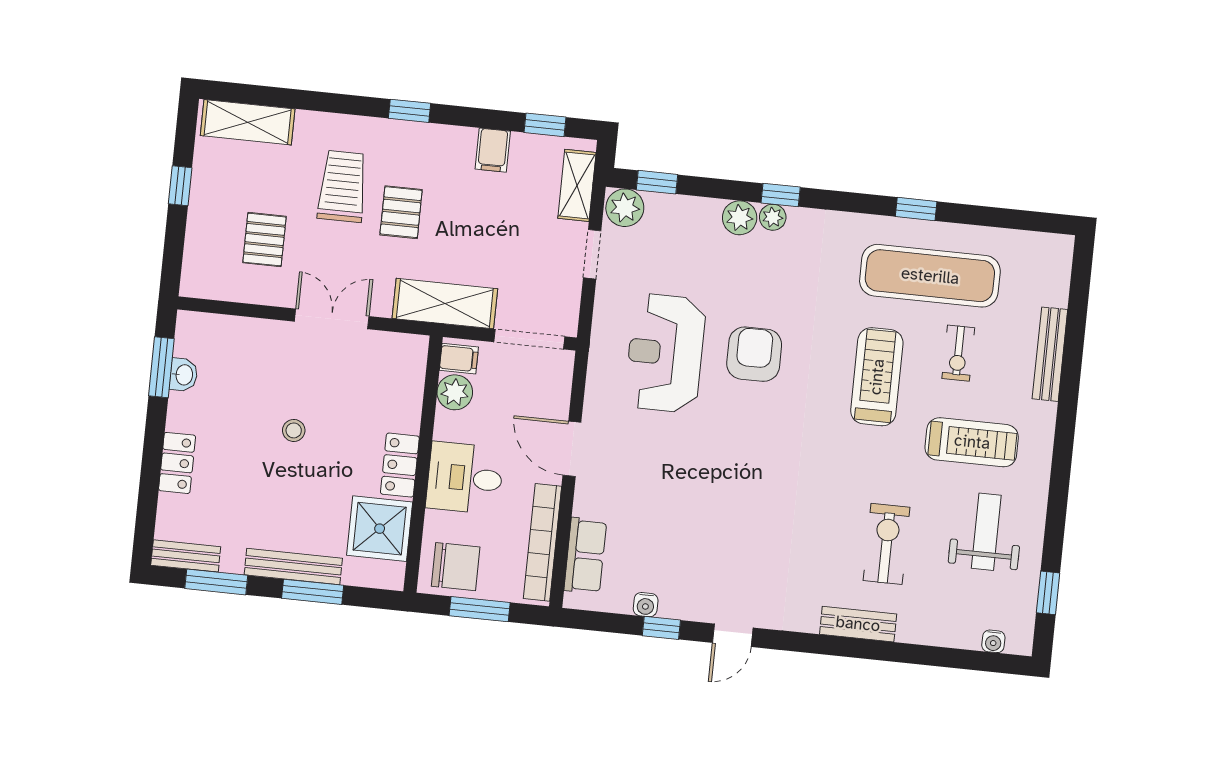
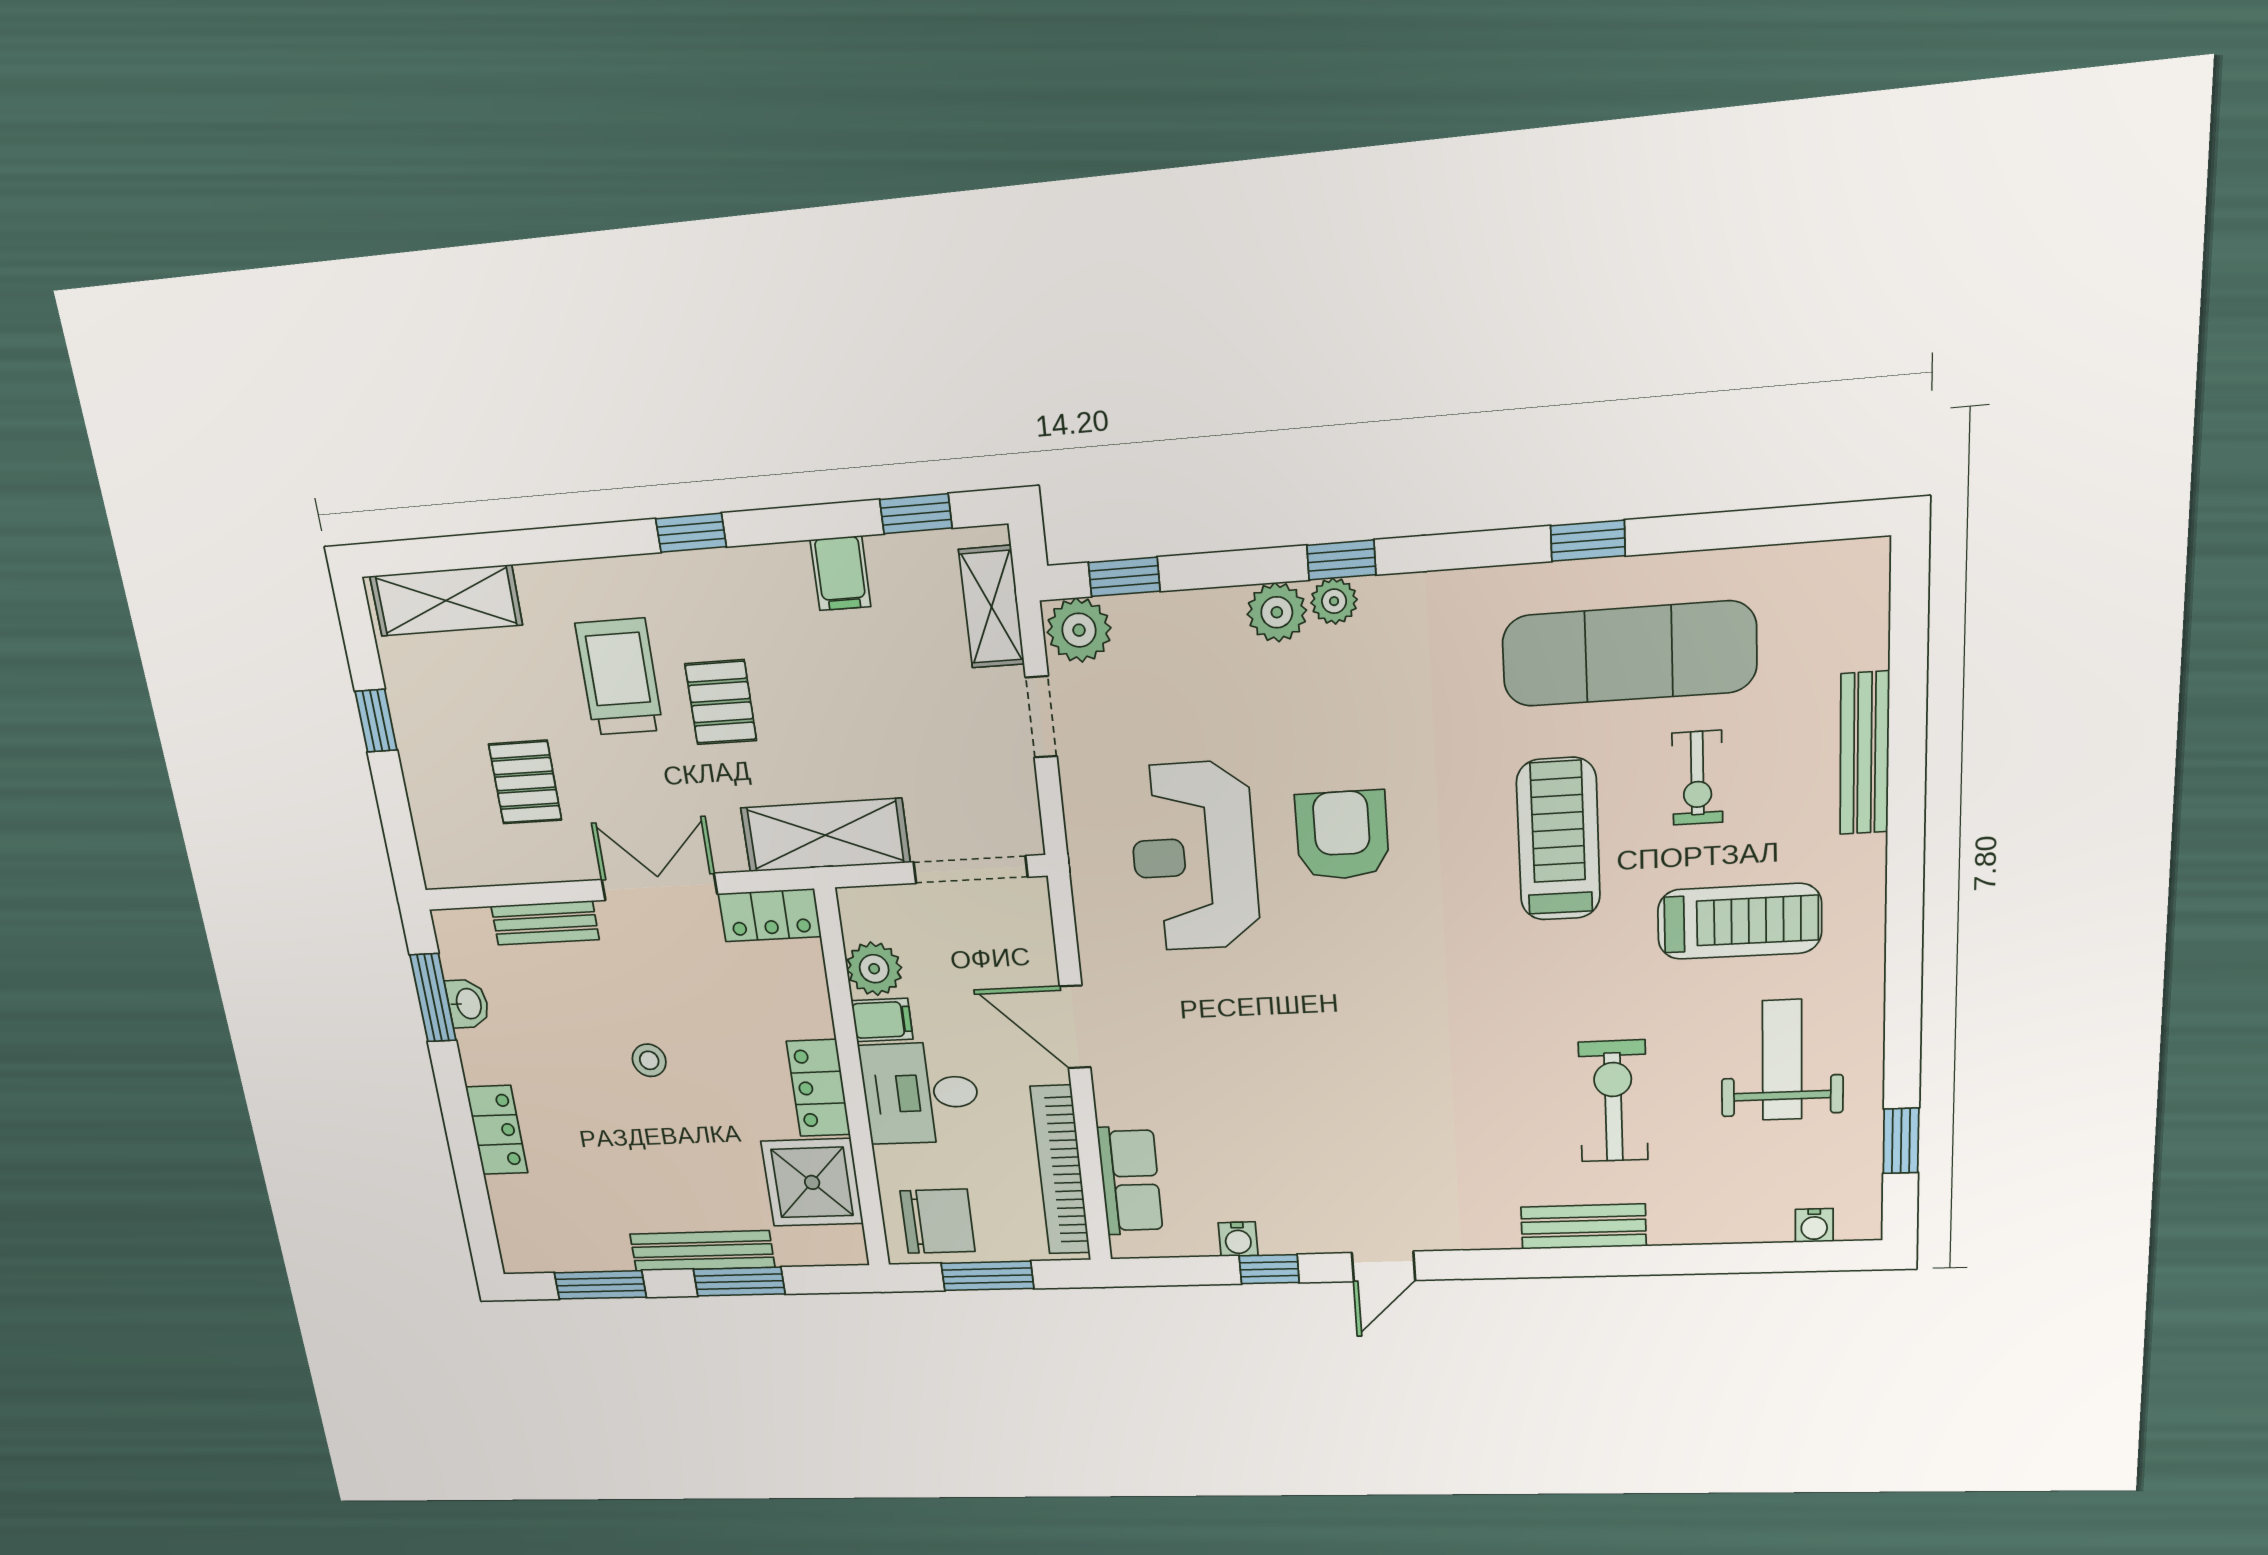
locker: (397, 348) -> (770, 915), added
filing cabinet: (459, 359) -> (882, 1020), moved
bench: (186, 556) -> (545, 923), moved

